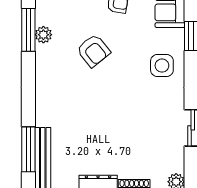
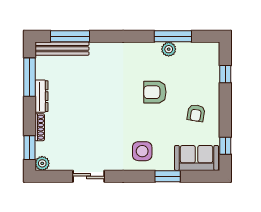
armchair: (93, 51) -> (155, 92), turned 39

